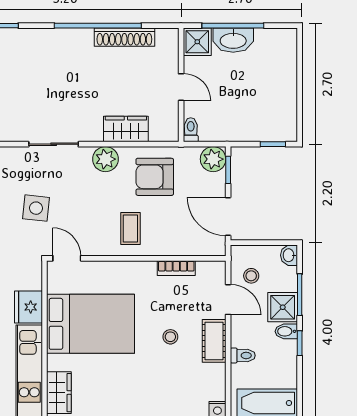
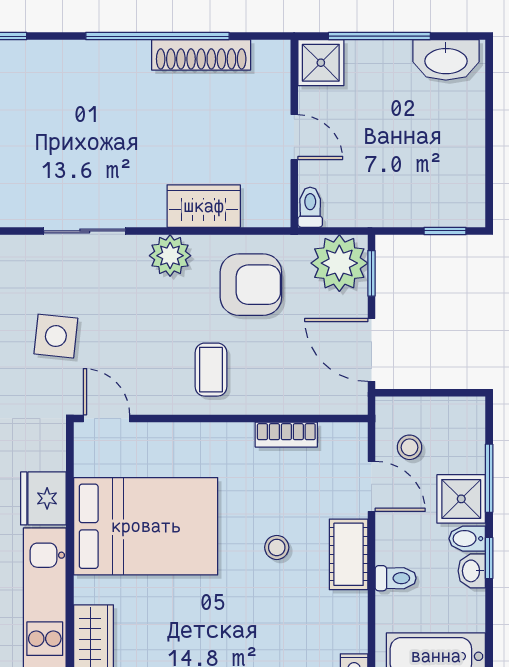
washbasin: (233, 40) -> (446, 60), moved
plant: (213, 159) -> (339, 263), width x1.36, depth x1.36
armchair: (155, 177) -> (251, 285), turned 180
washbasin: (289, 255) -> (472, 571), moved

